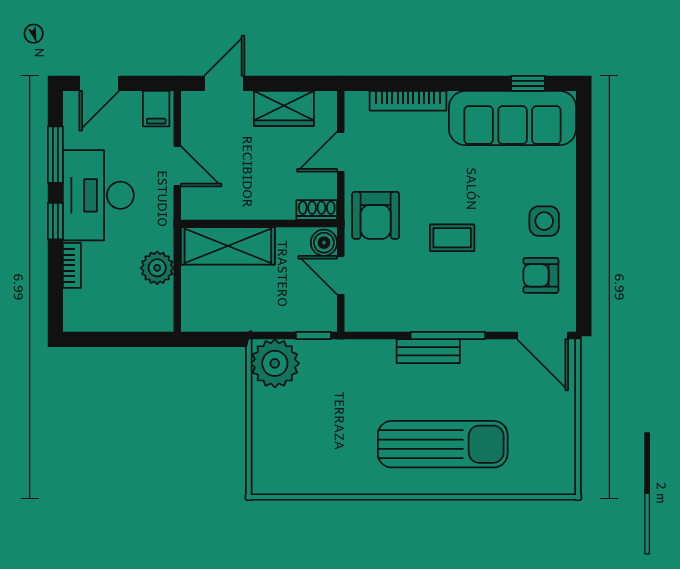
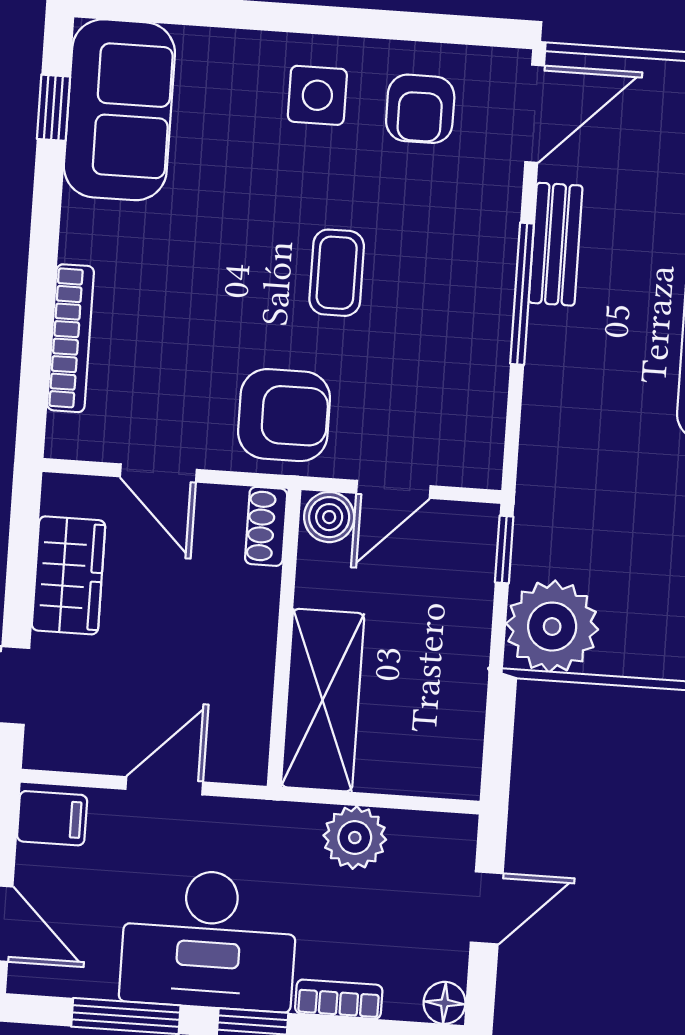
sofa: (513, 118) -> (119, 110), width x0.73
floor lamp: (74, 321) -> (445, 1003), added
door: (125, 339) -> (487, 908), added
bench: (428, 351) -> (556, 244), moved

